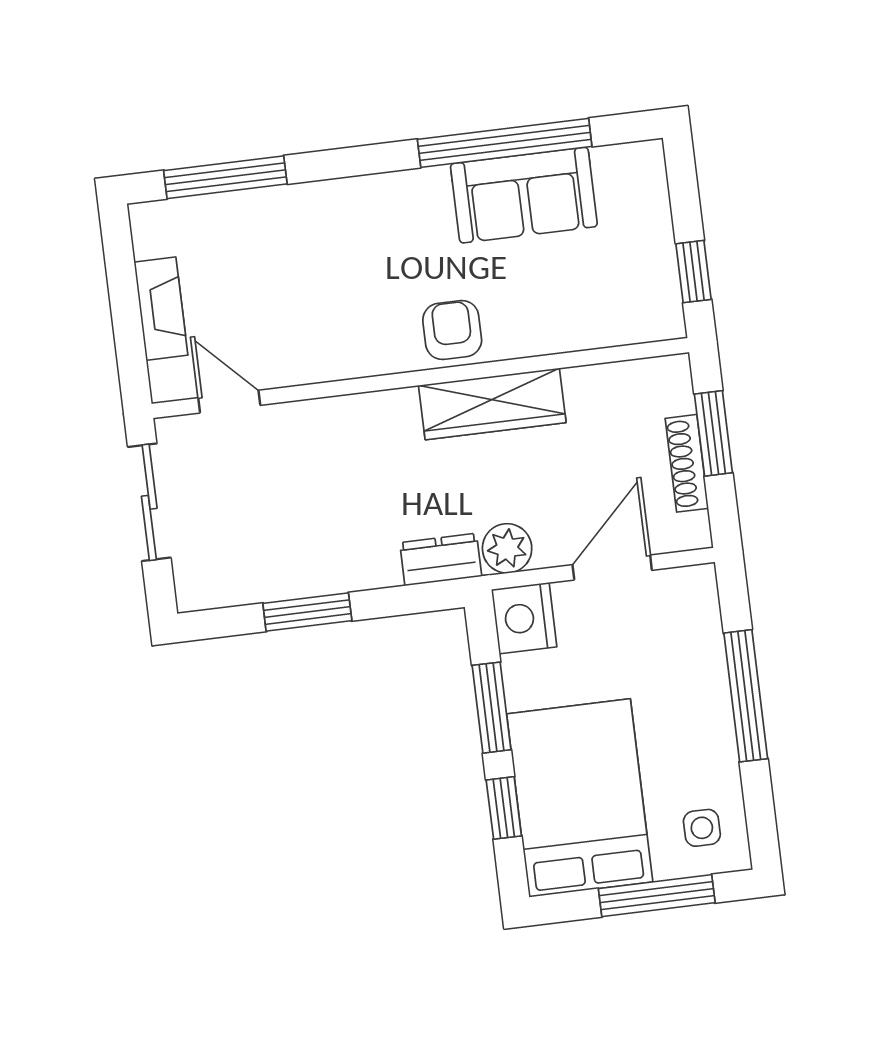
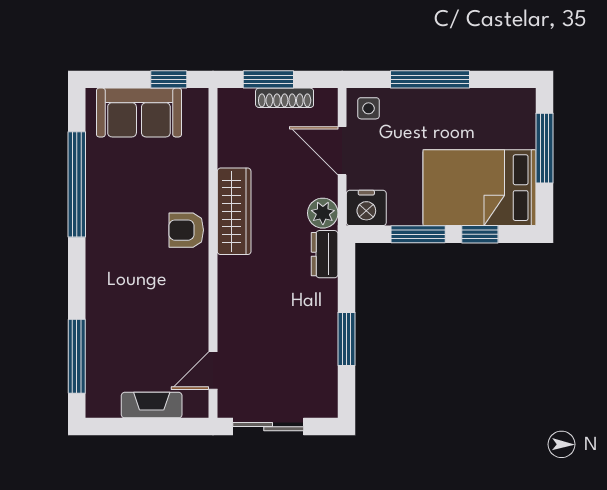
sofa: (524, 195) -> (139, 112), moved, turned 90
side table: (702, 828) -> (369, 108), moved

